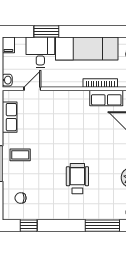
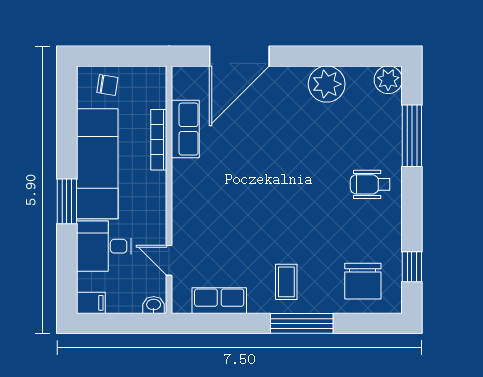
window: (46, 31) -> (67, 201), moved
wheelchair: (77, 179) -> (370, 184), moved, width x0.73, depth x0.73
chair: (21, 198) -> (363, 281), width x1.87, depth x1.87

